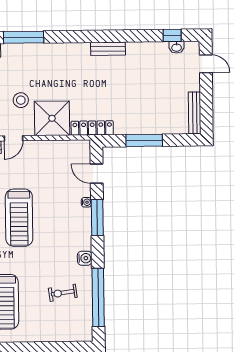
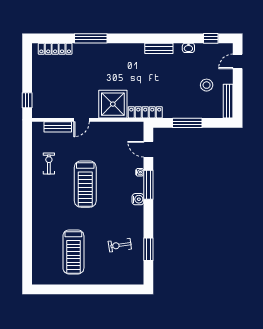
washbasin: (177, 47) -> (188, 48), moved
door: (206, 64) -> (238, 61), swing flipped
stool: (21, 100) -> (207, 85), moved
water cooler: (85, 258) -> (138, 199), moved
window: (98, 297) -> (148, 249), width x0.47

